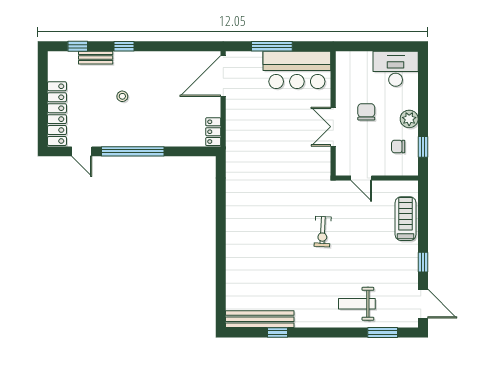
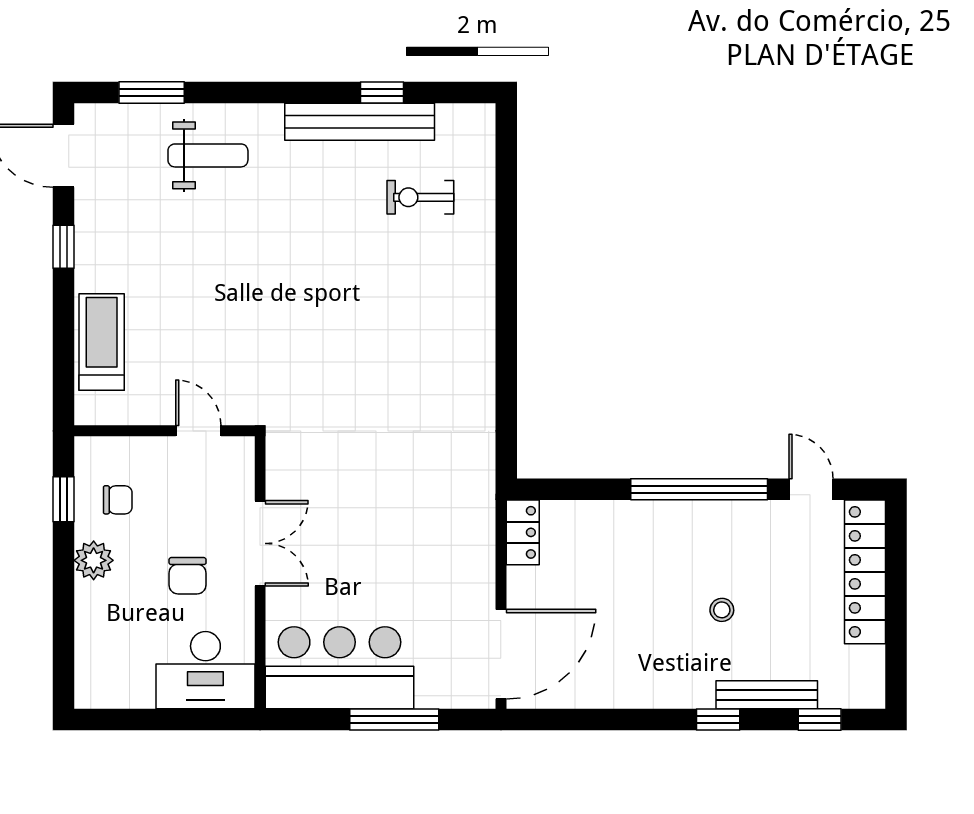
bench: (96, 58) -> (767, 695), width x1.36
desk: (396, 69) -> (205, 670), moved
treadmill: (405, 219) -> (102, 342), turned 180
exercise bike: (323, 232) -> (420, 197), moved, turned -93
bench: (260, 319) -> (360, 122), moved

